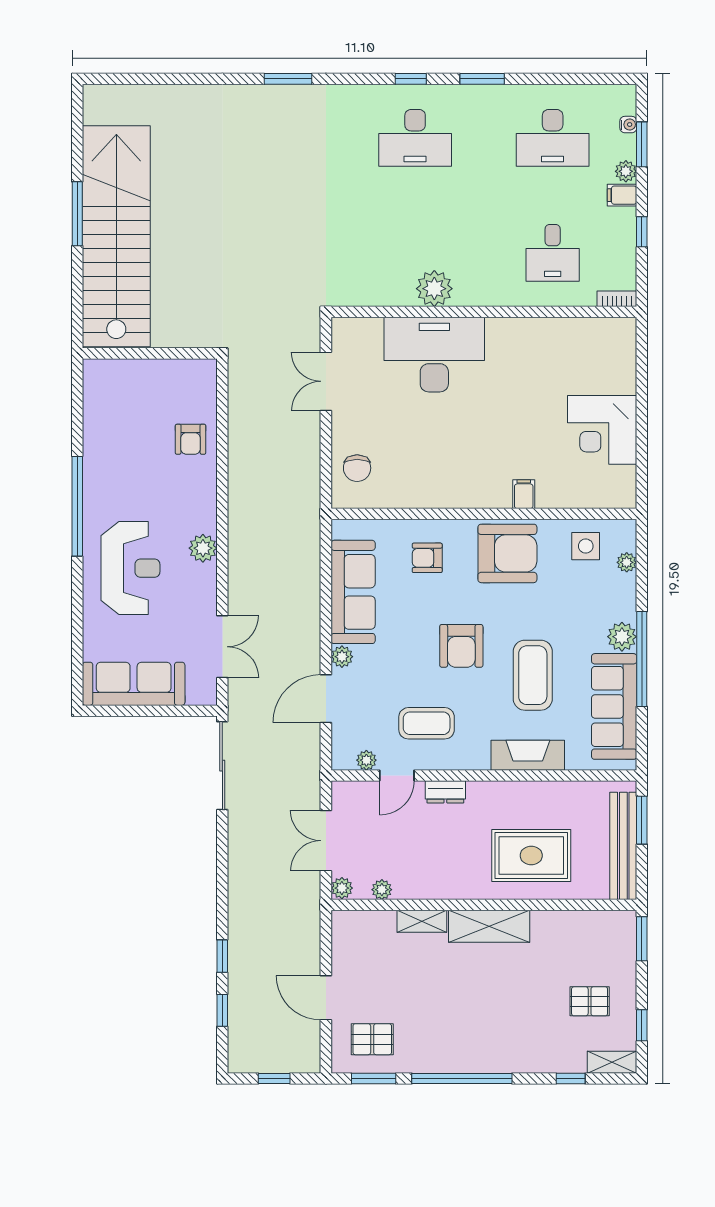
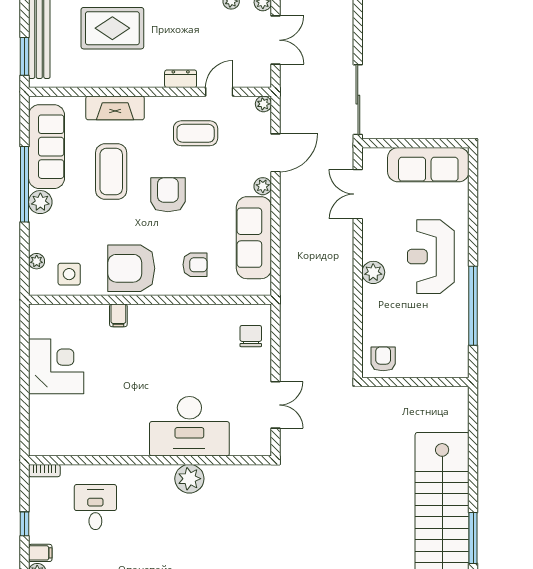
wall: (150, 353) -> (415, 382), moved
plant: (366, 760) -> (263, 104), moved

